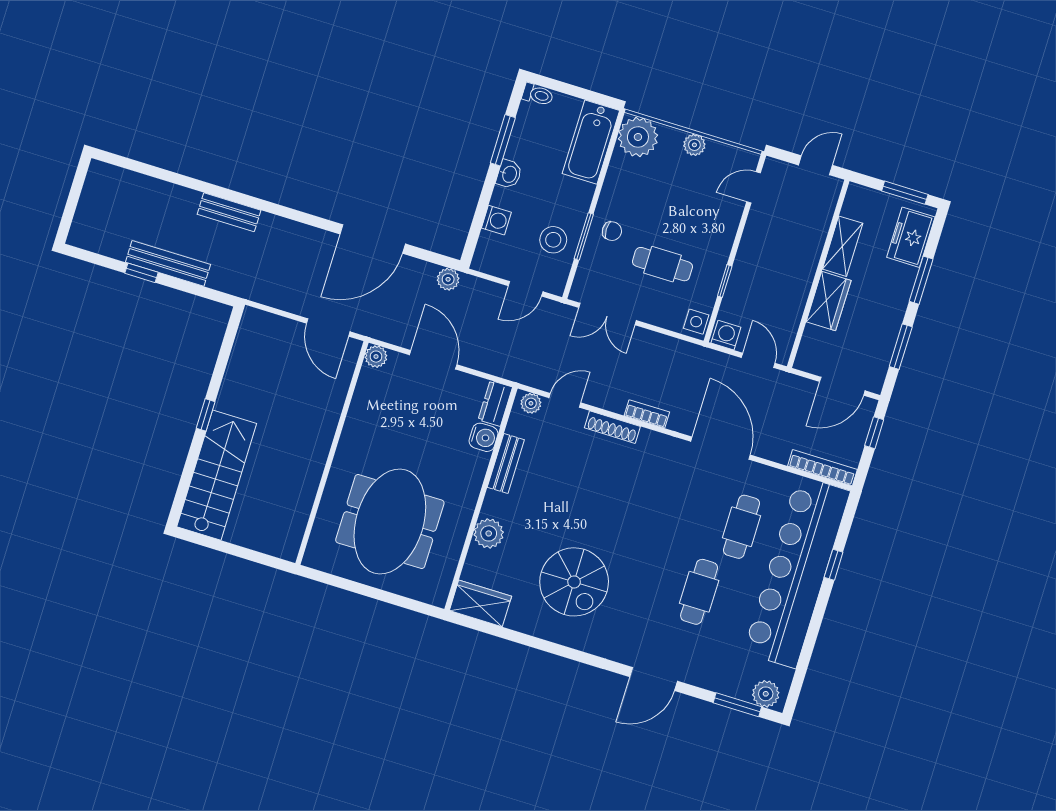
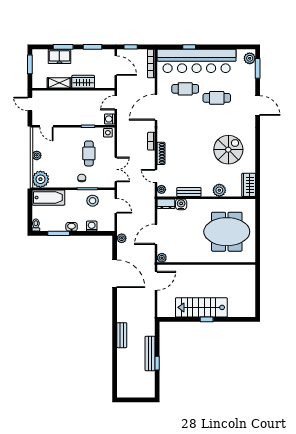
freezer: (911, 237) -> (59, 56), moved
stairs: (217, 475) -> (201, 307), moved

